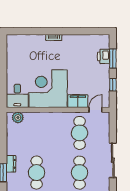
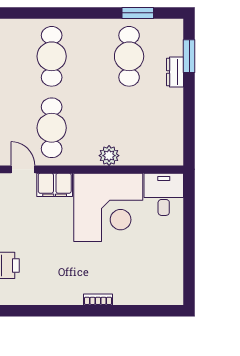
door: (95, 110) -> (23, 169), swing flipped
plant: (18, 117) -> (109, 156), moved

